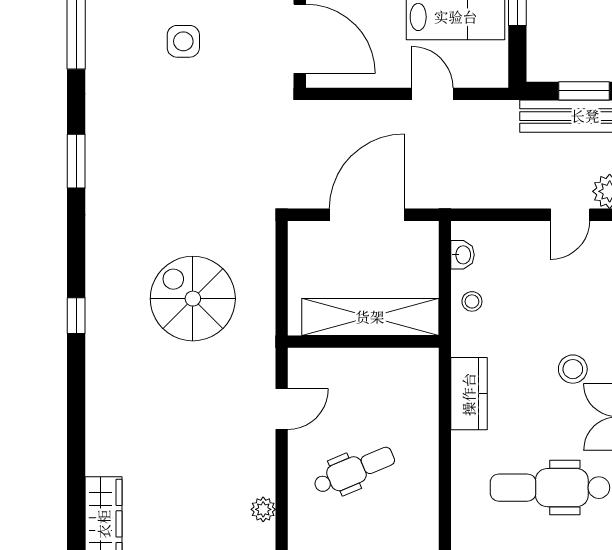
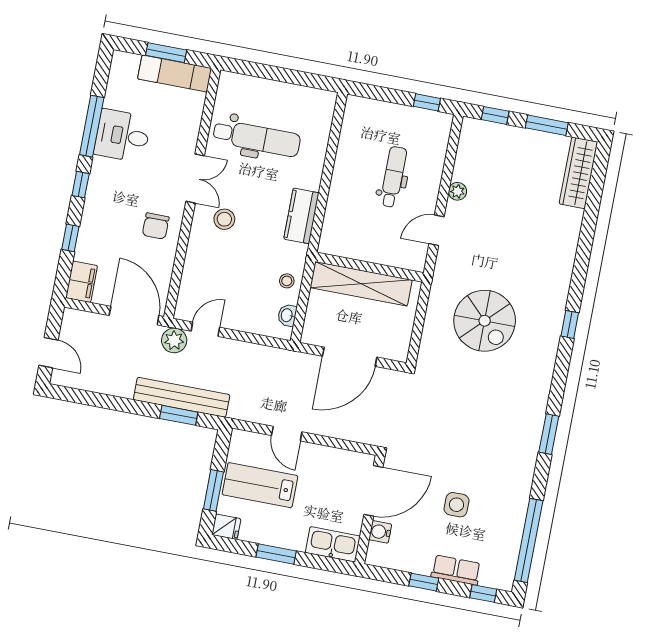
door: (300, 39) -> (373, 491), swing flipped
dental chair: (354, 470) -> (393, 177), turned 113
plant: (263, 509) -> (457, 191), moved

